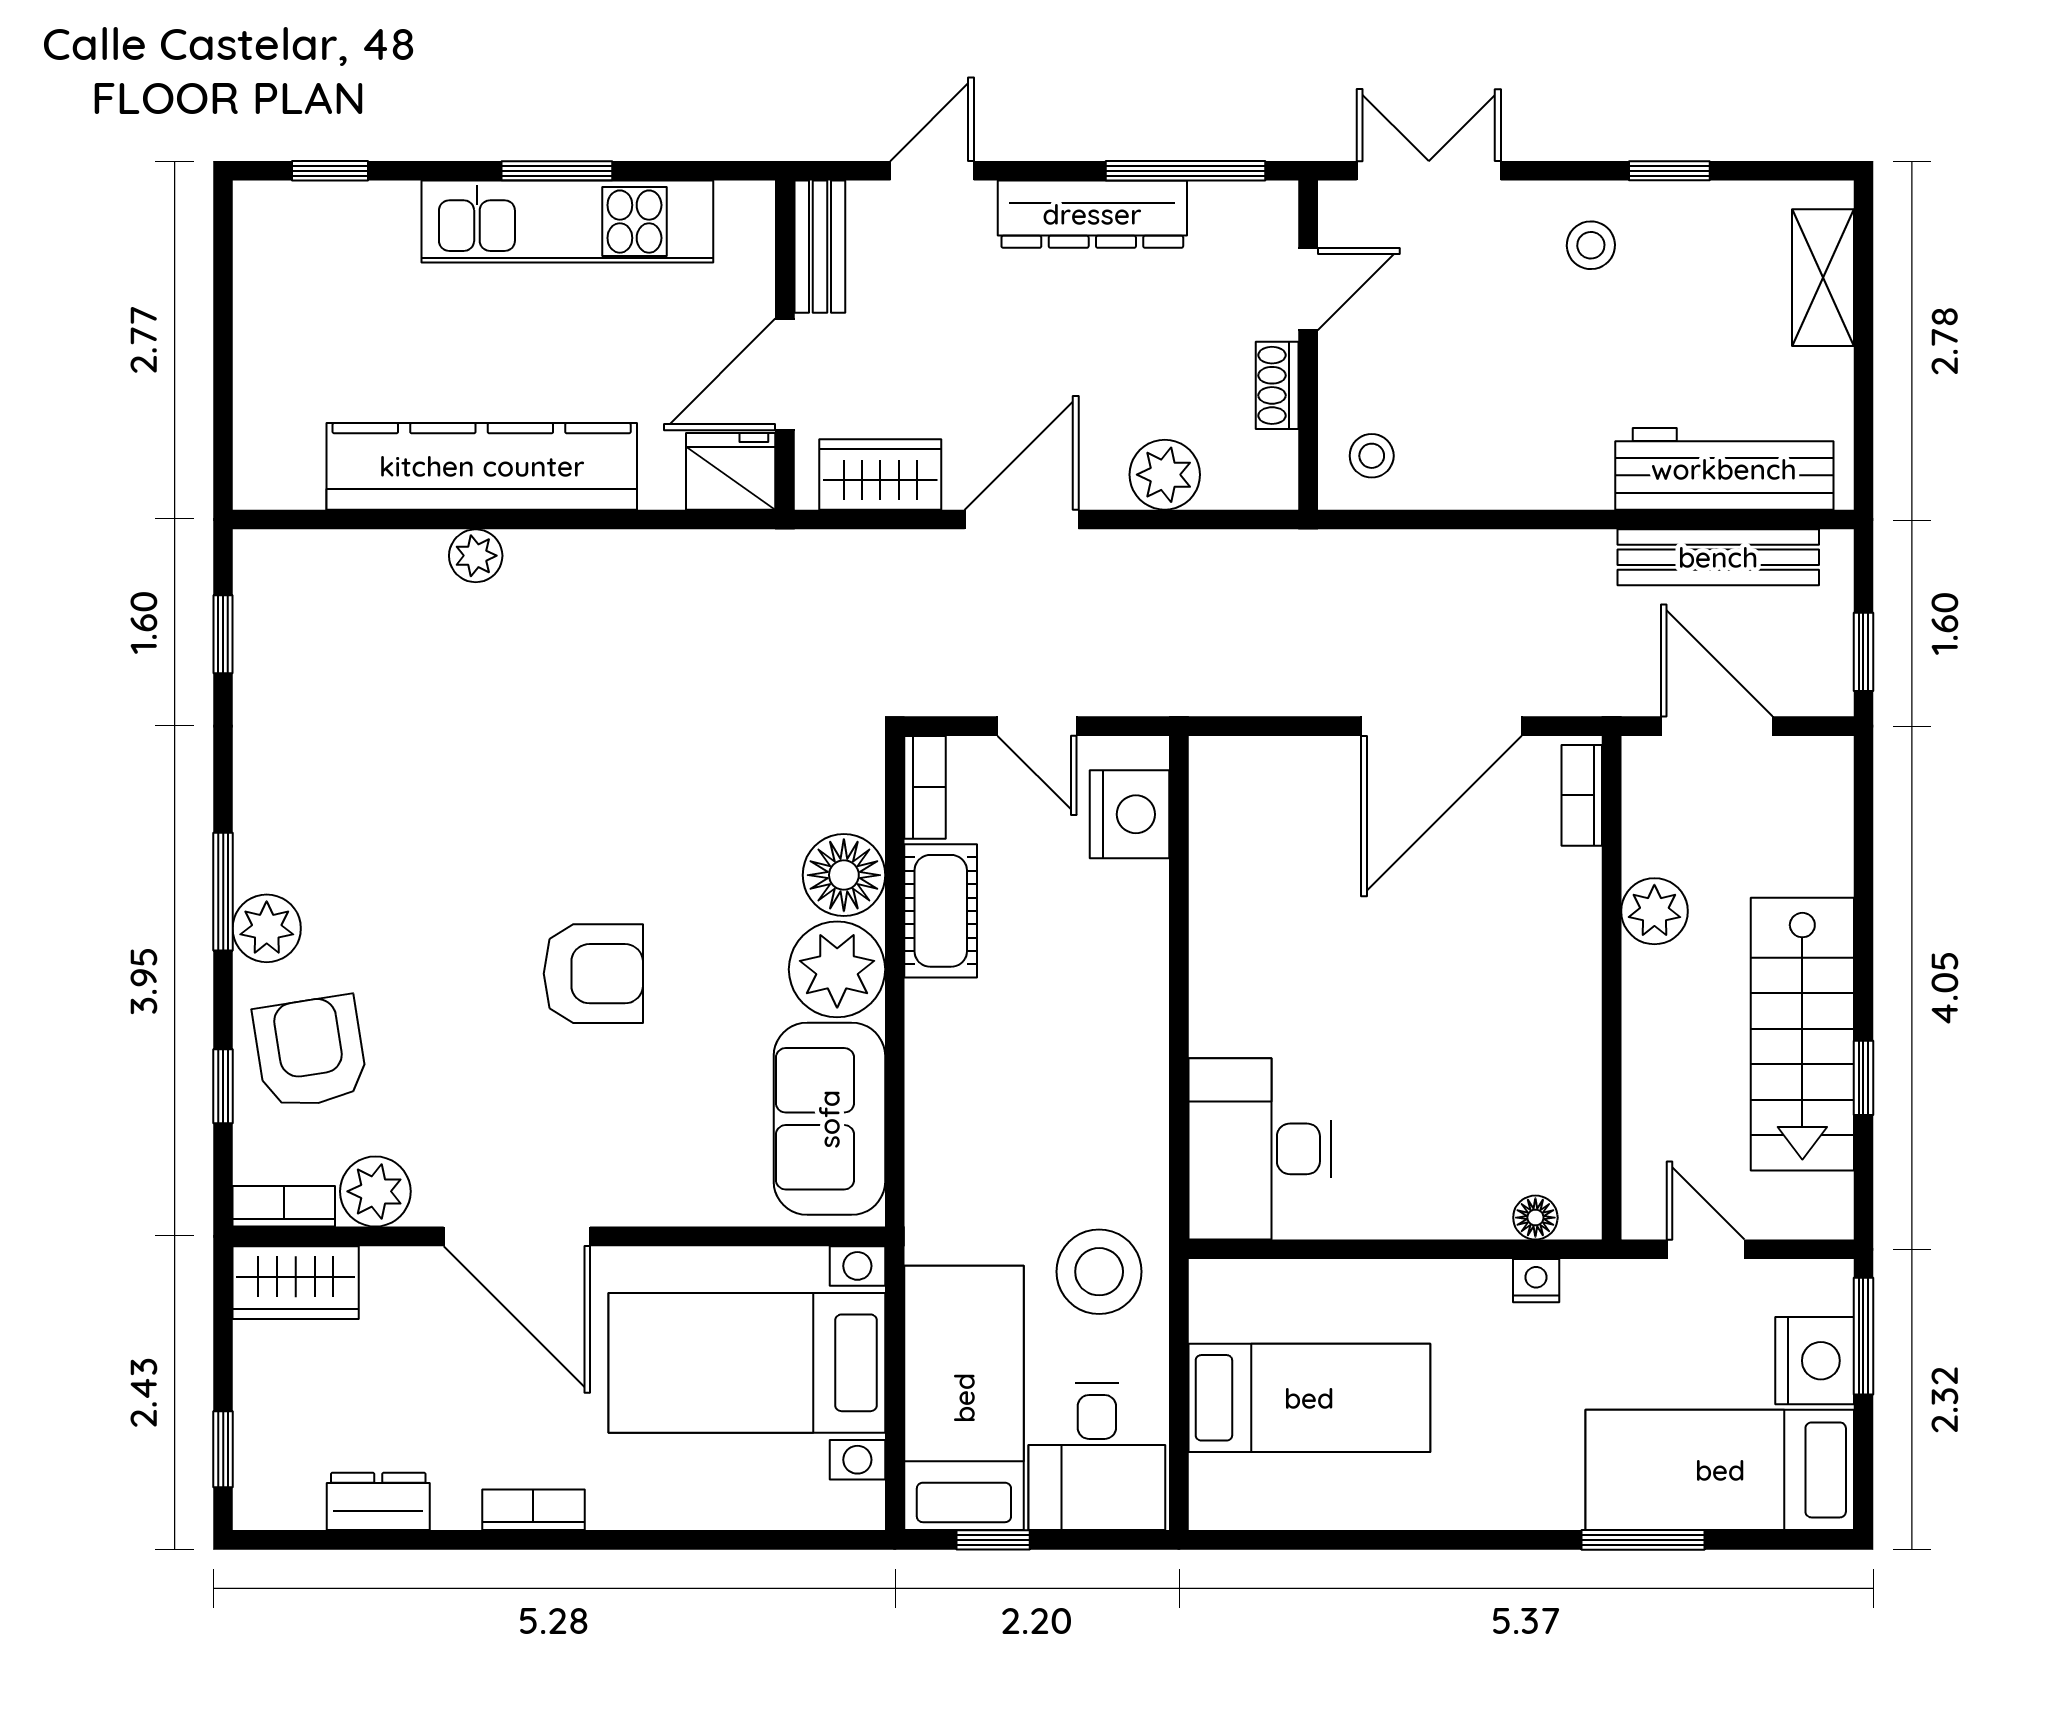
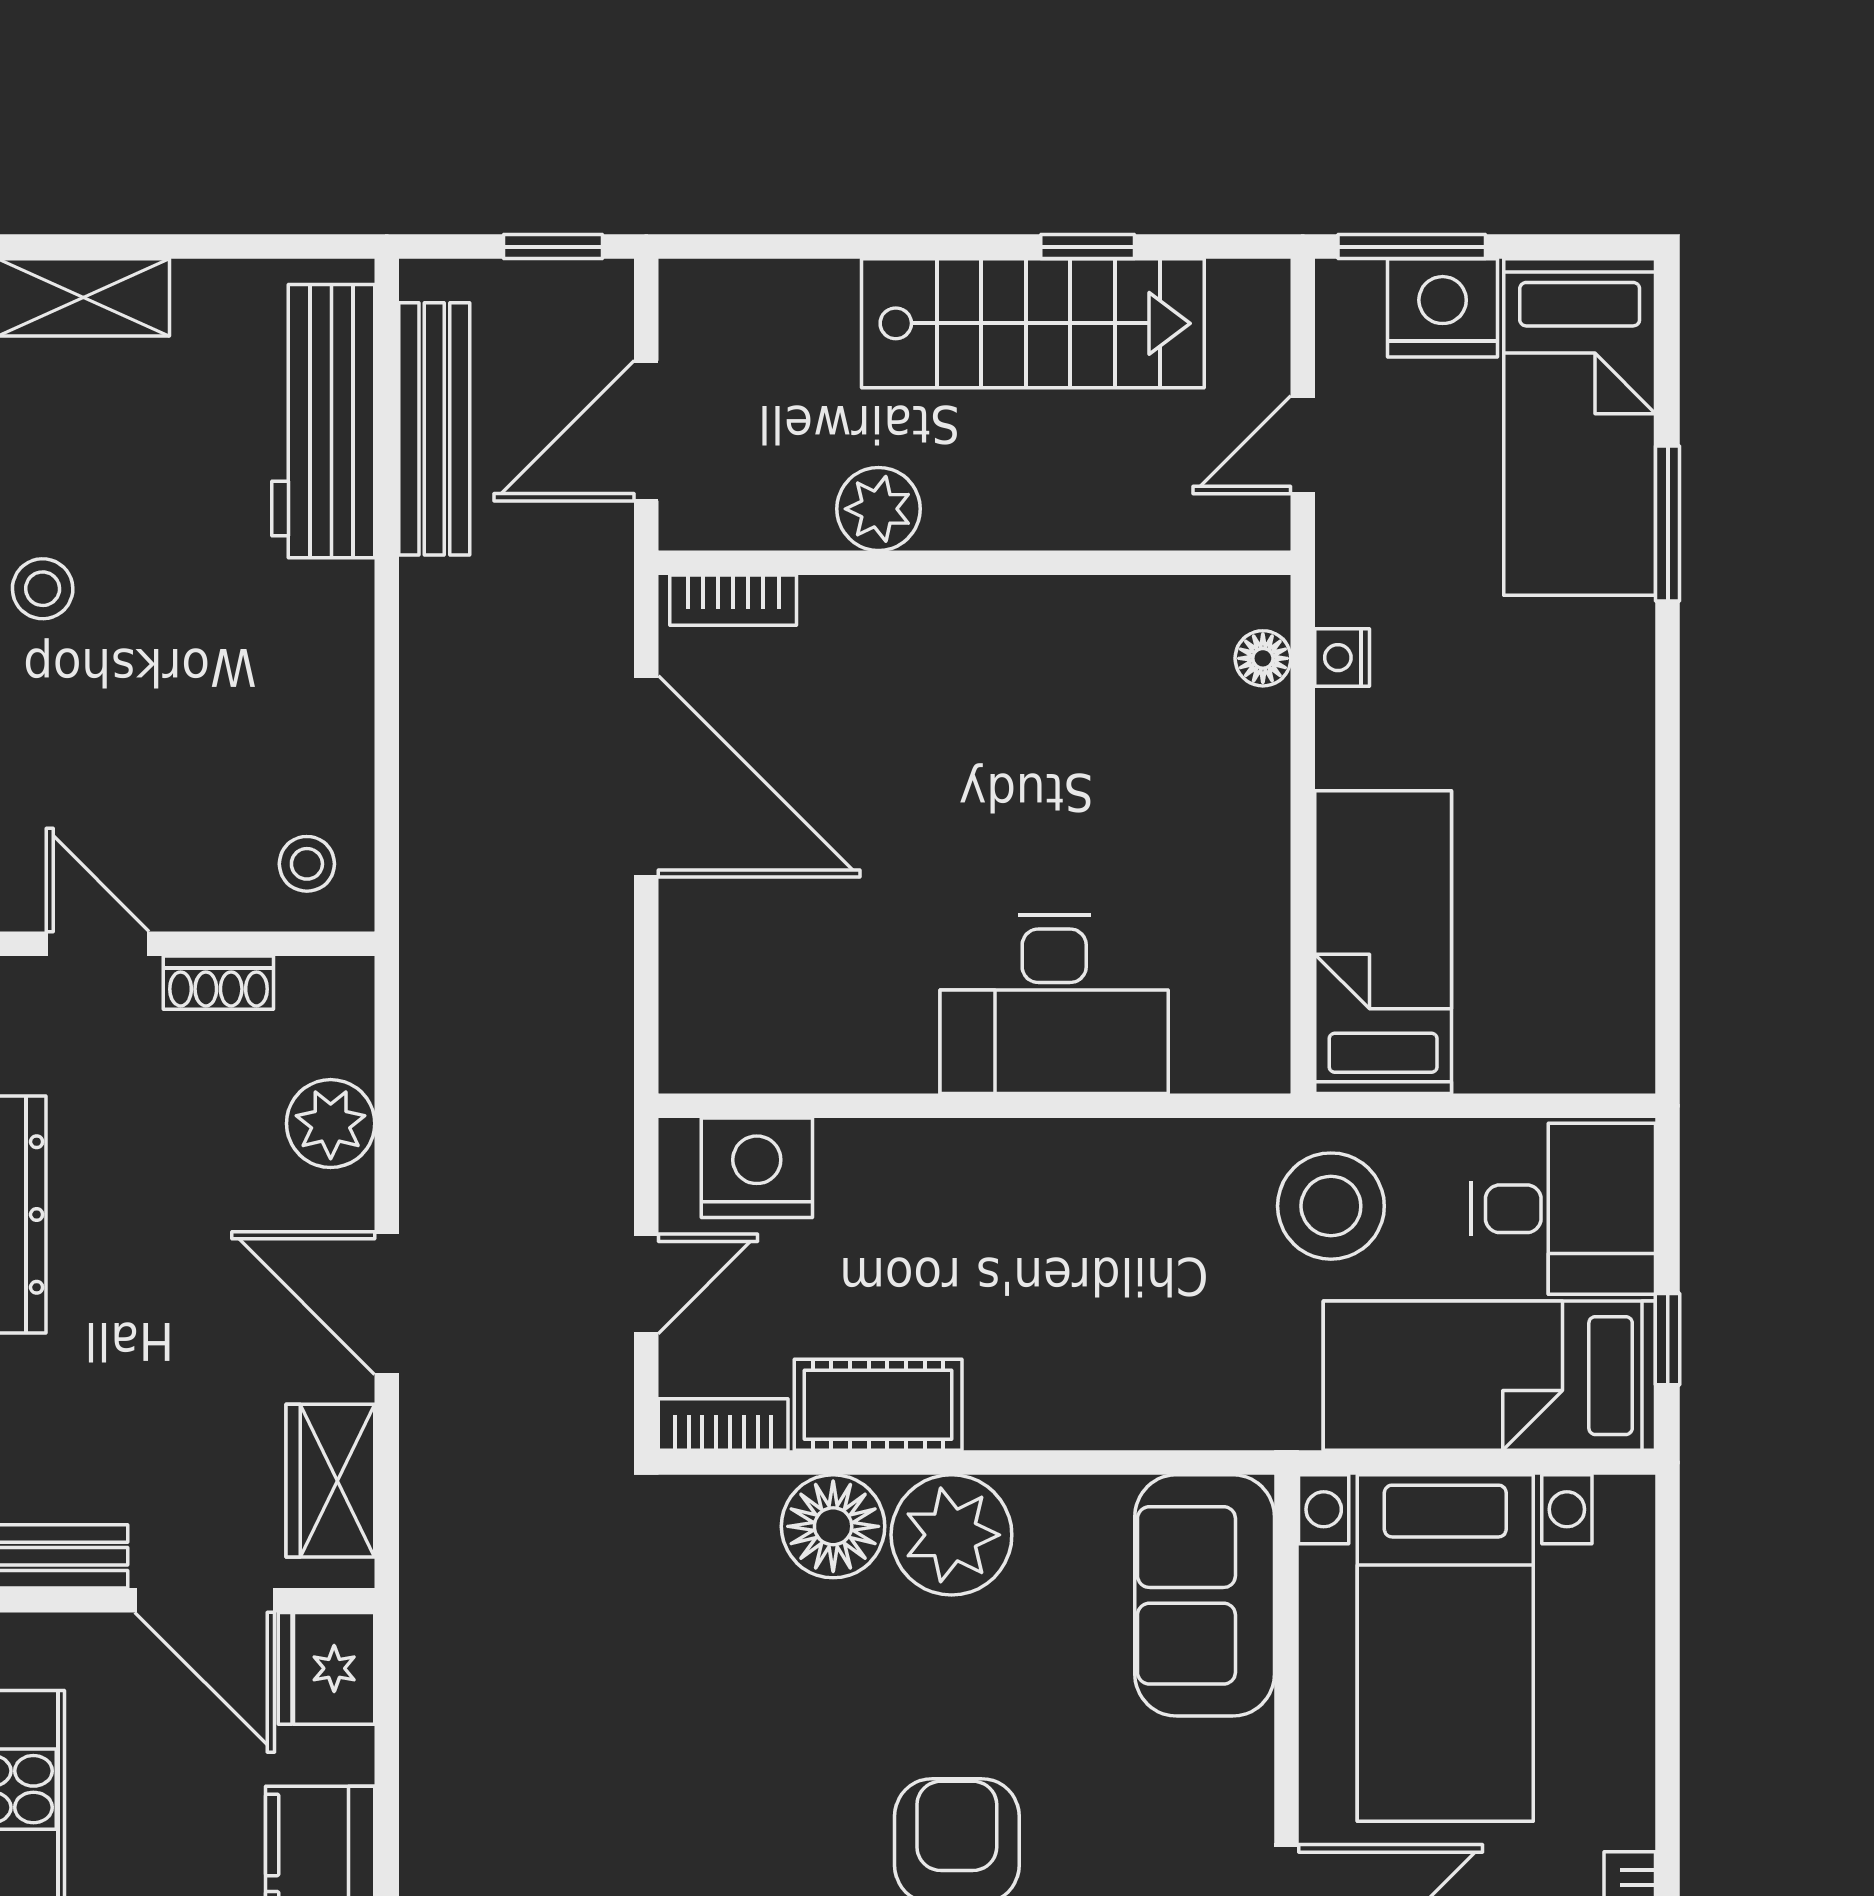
sofa: (829, 1119) -> (1205, 1595), moved, turned 90
desk: (1260, 1149) -> (1054, 1004), moved
bed: (1309, 1398) -> (1383, 942), moved

